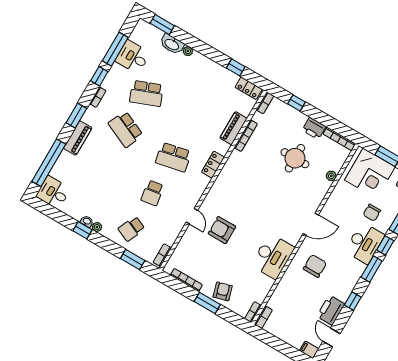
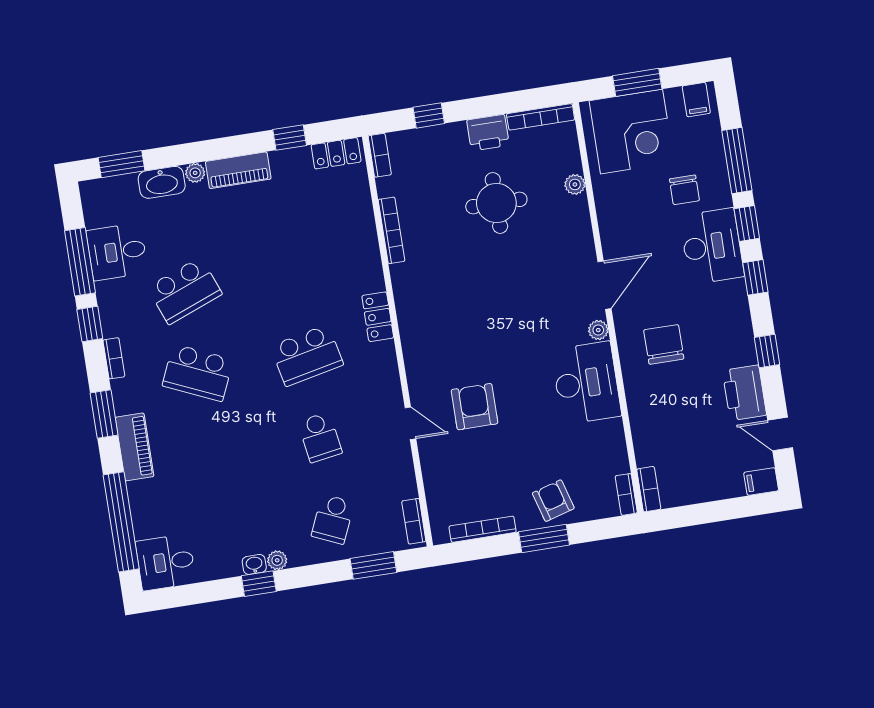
piano: (233, 128) -> (238, 170), moved, turned -90
armchair: (222, 230) -> (474, 407), turned 90
plant: (294, 240) -> (598, 330), added
window: (372, 269) -> (755, 277), width x0.67

